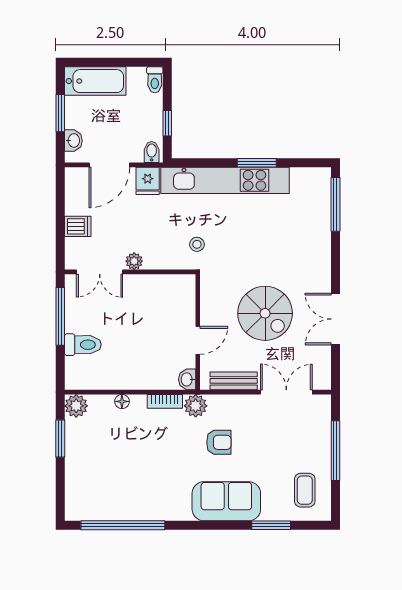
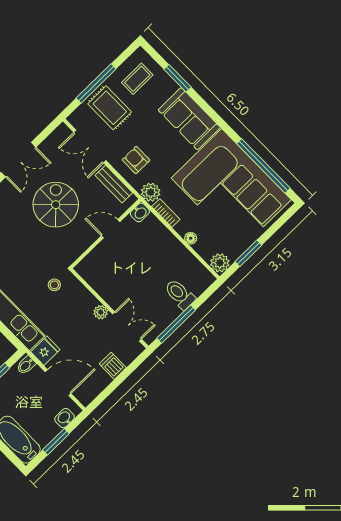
armchair: (219, 442) -> (136, 160), moved
rug: (303, 442) -> (110, 108), added
corner sofa: (130, 478) -> (231, 189), added

